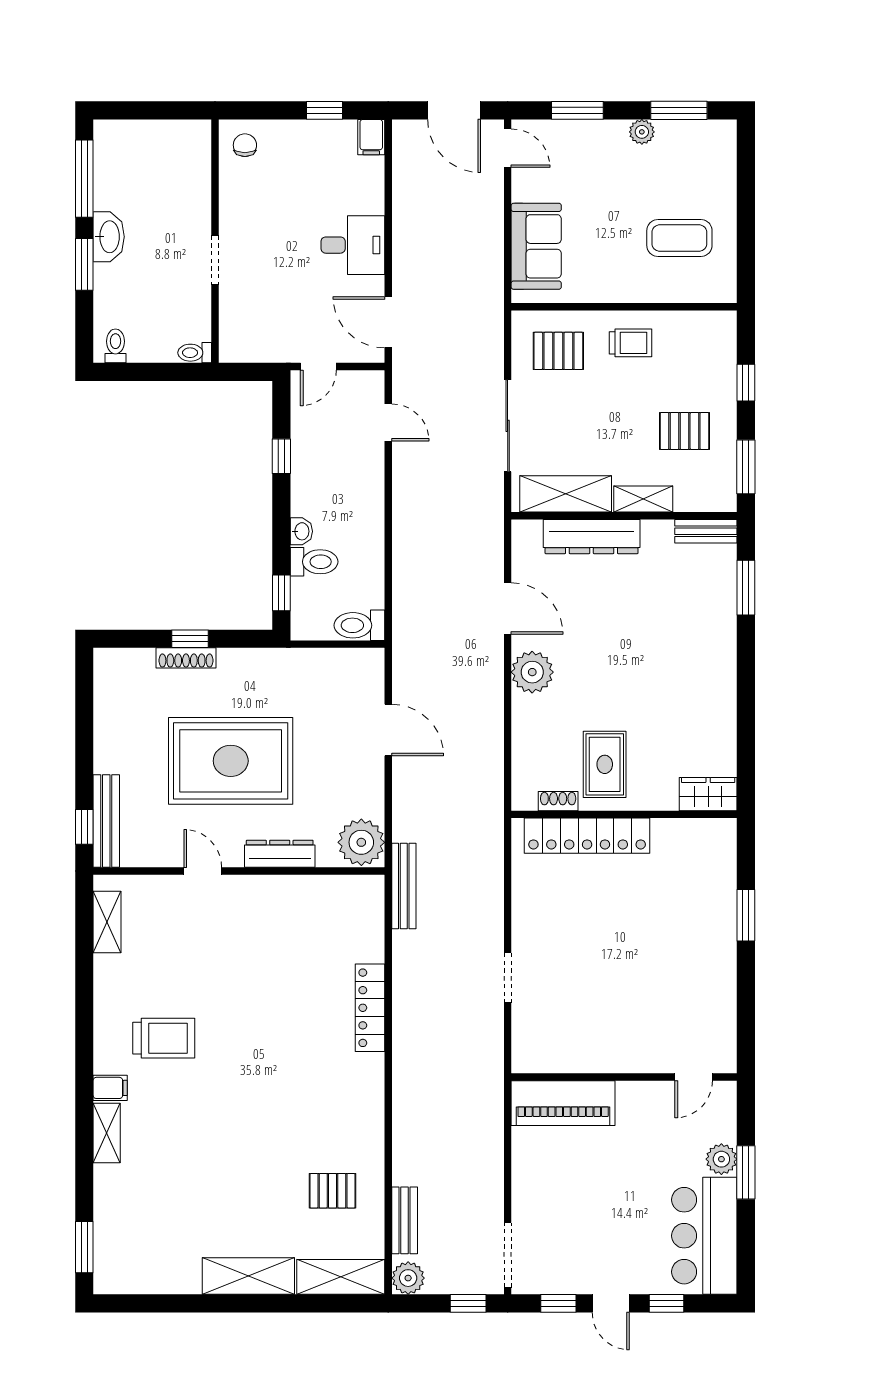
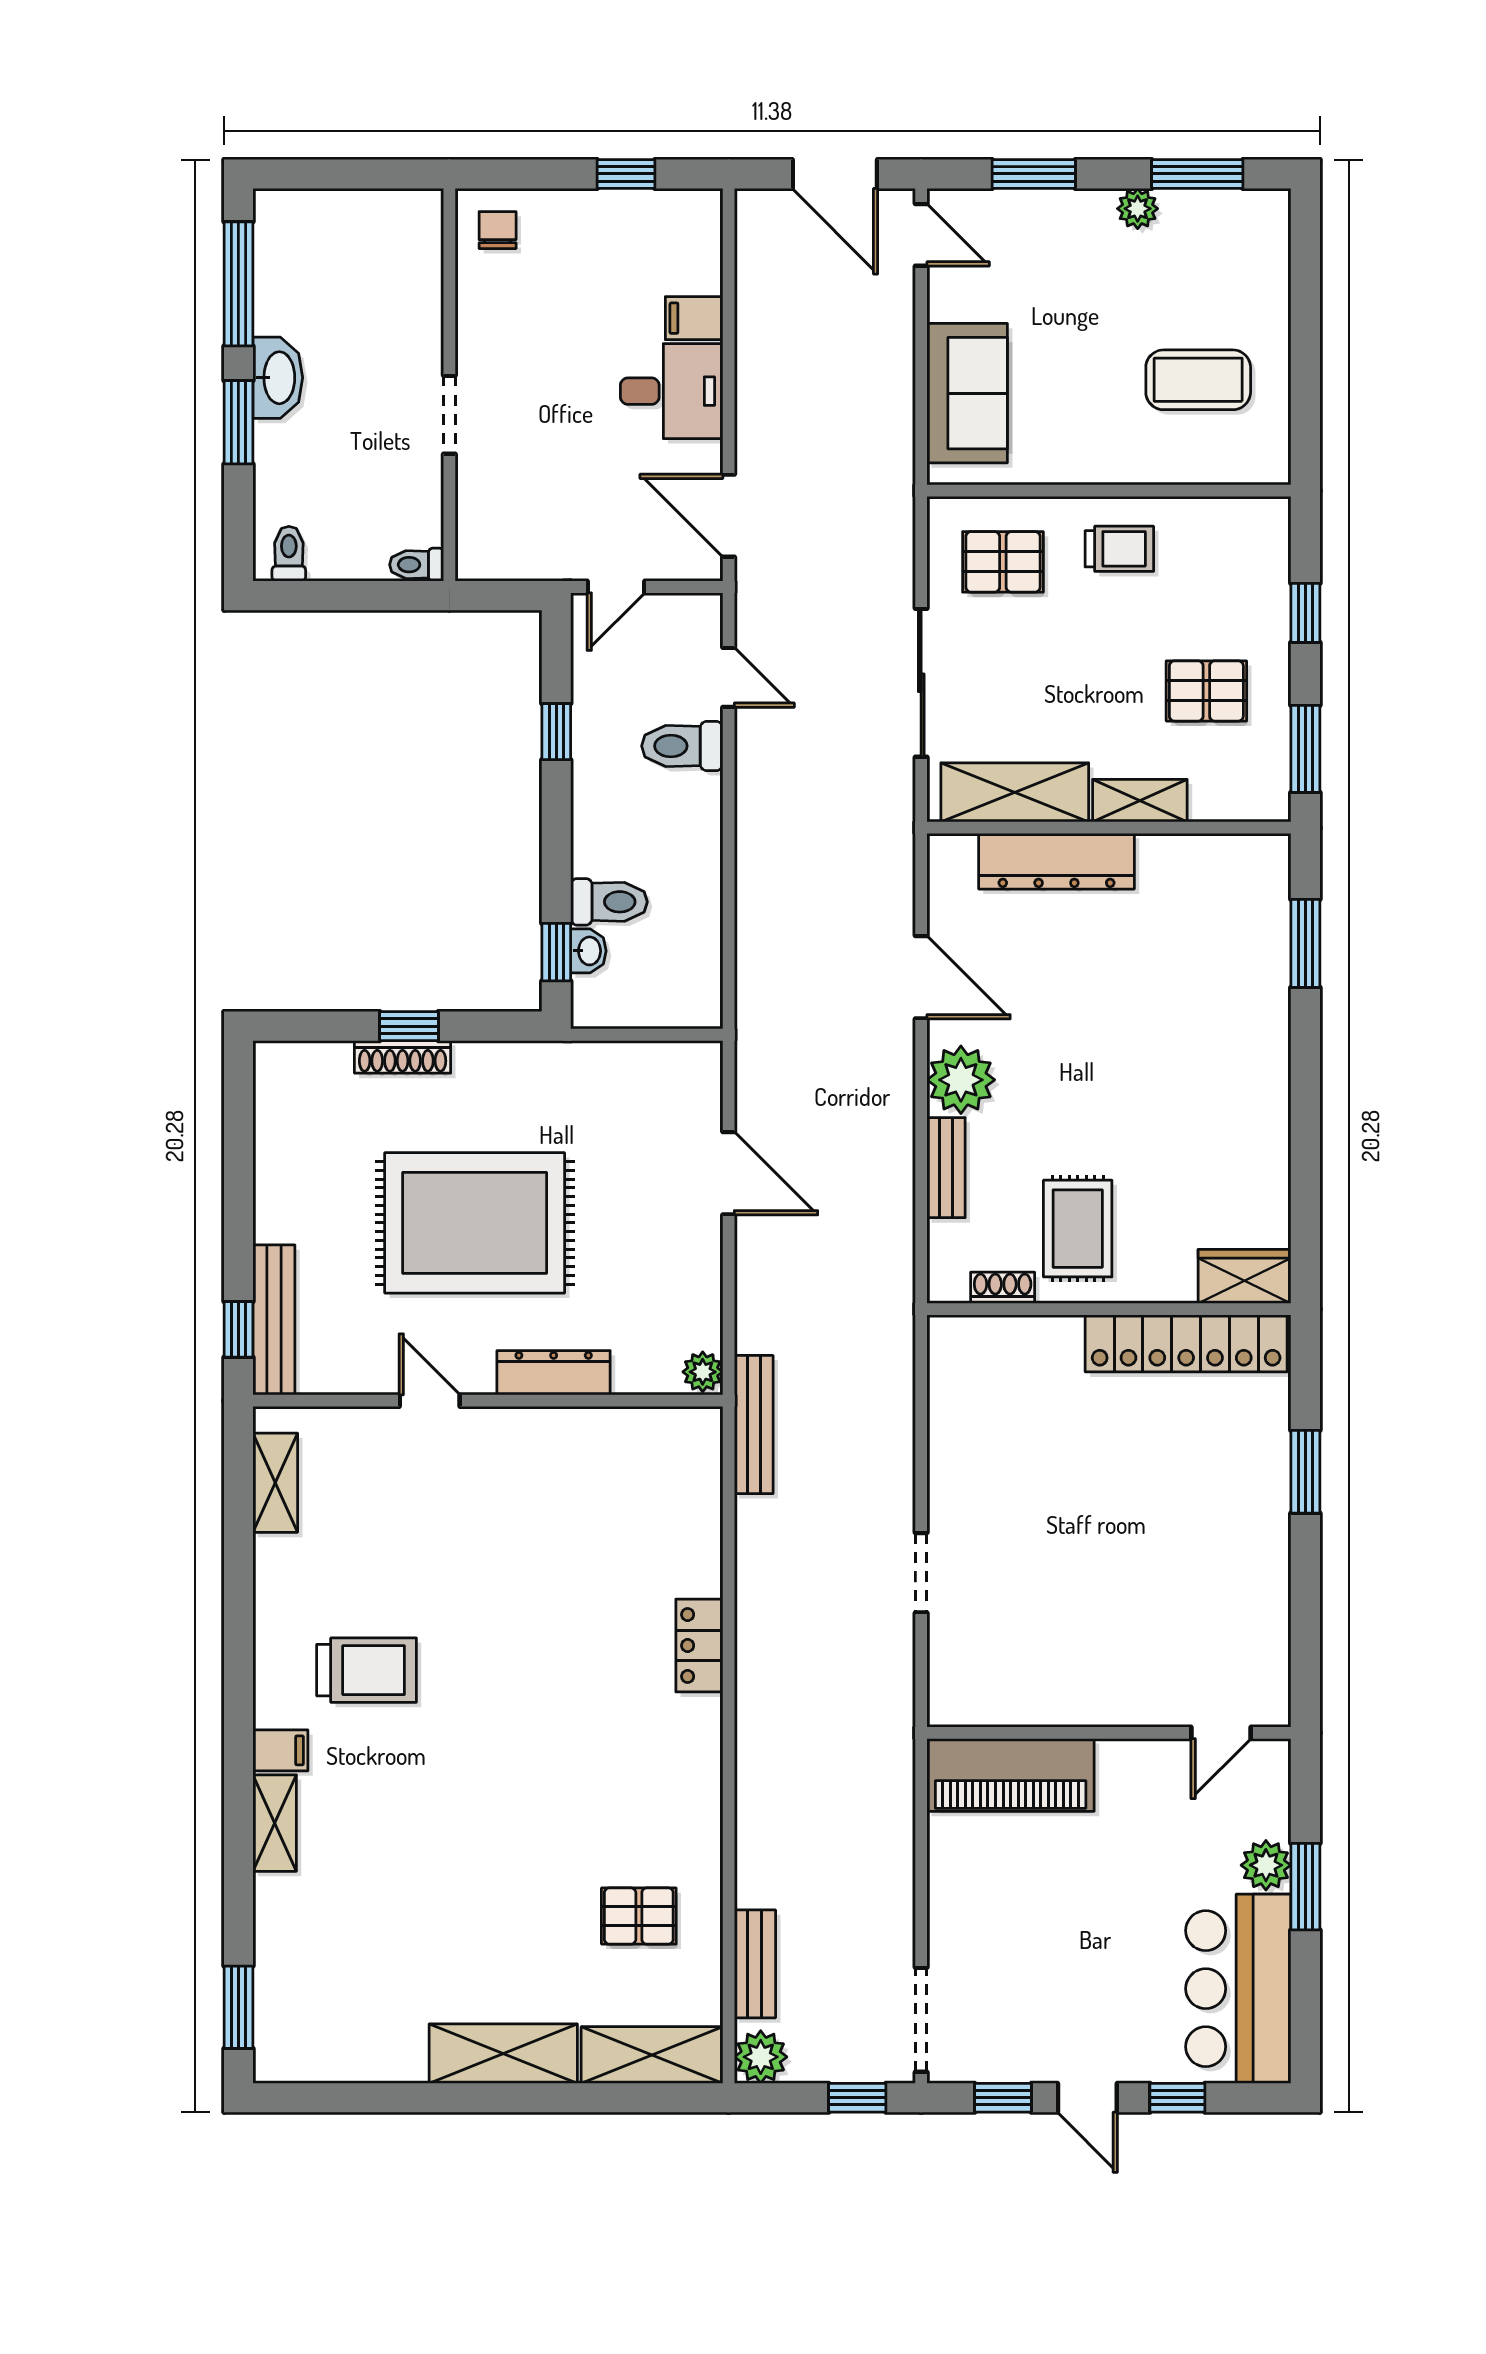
filing cabinet: (371, 137) -> (694, 318), moved, turned 90
washbasin: (301, 531) -> (588, 951), moved
bench: (706, 531) -> (946, 1168), moved, turned 90
toilet: (359, 625) -> (682, 746), moved
locker: (587, 836) -> (1186, 1343), moved
plant: (361, 842) -> (703, 1372), width x0.53, depth x0.53
locker: (370, 1008) -> (699, 1646), width x0.66

